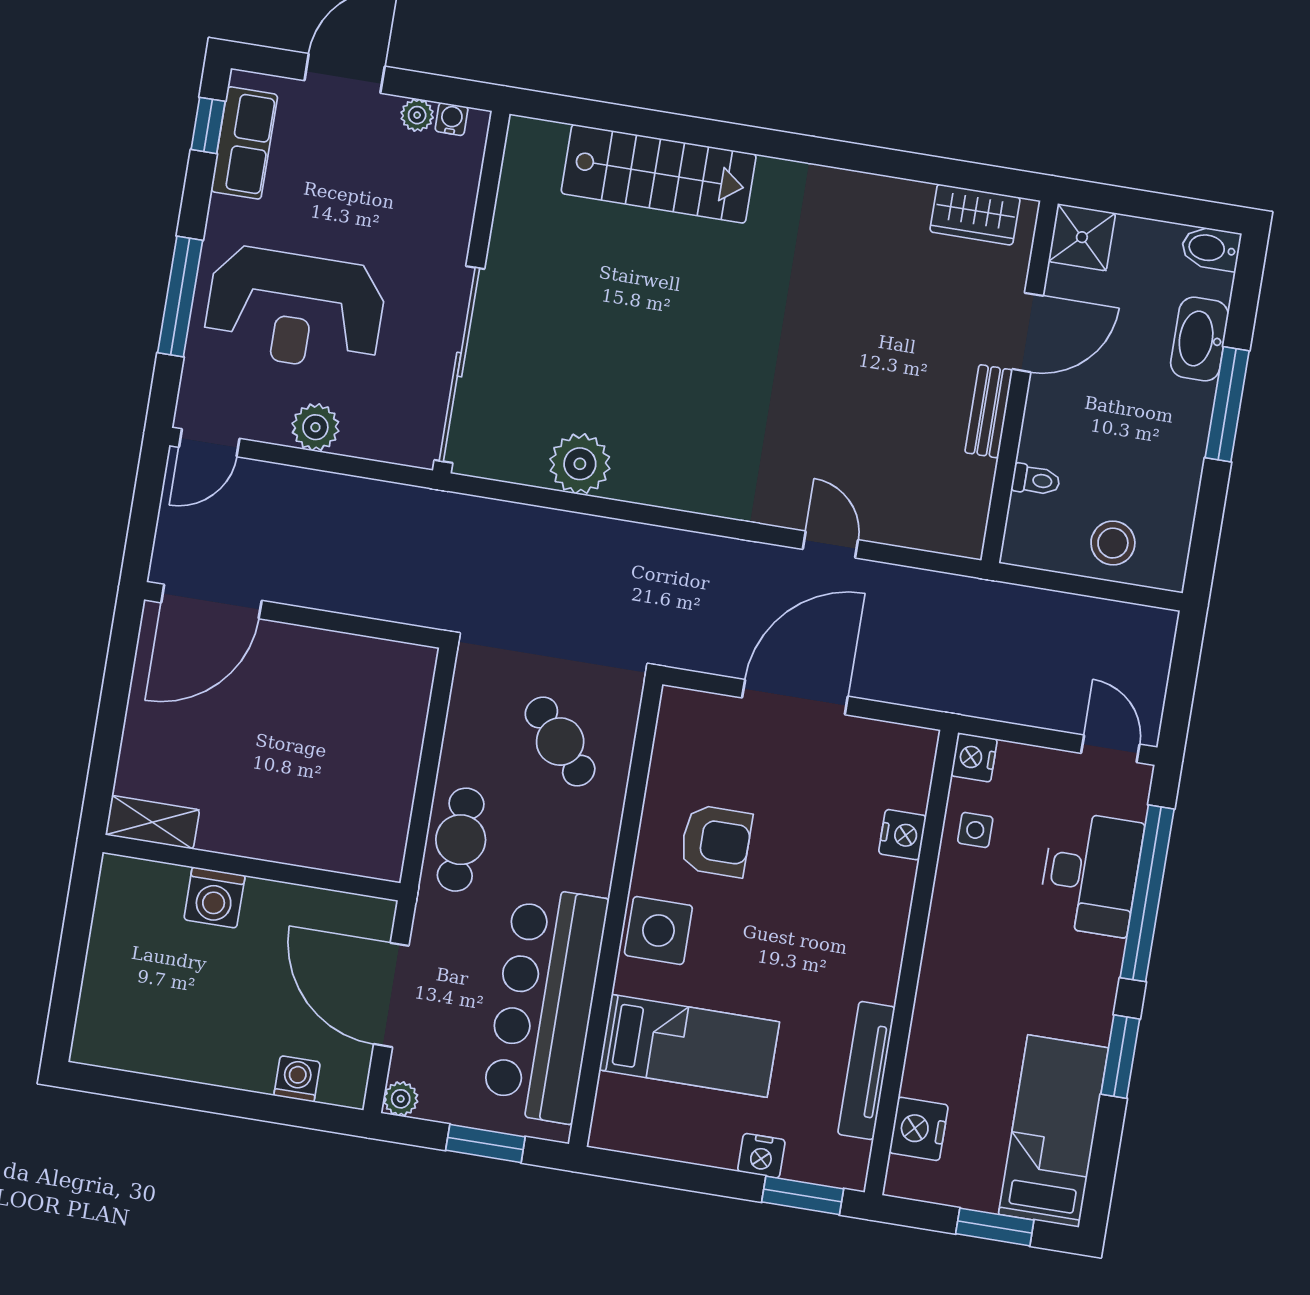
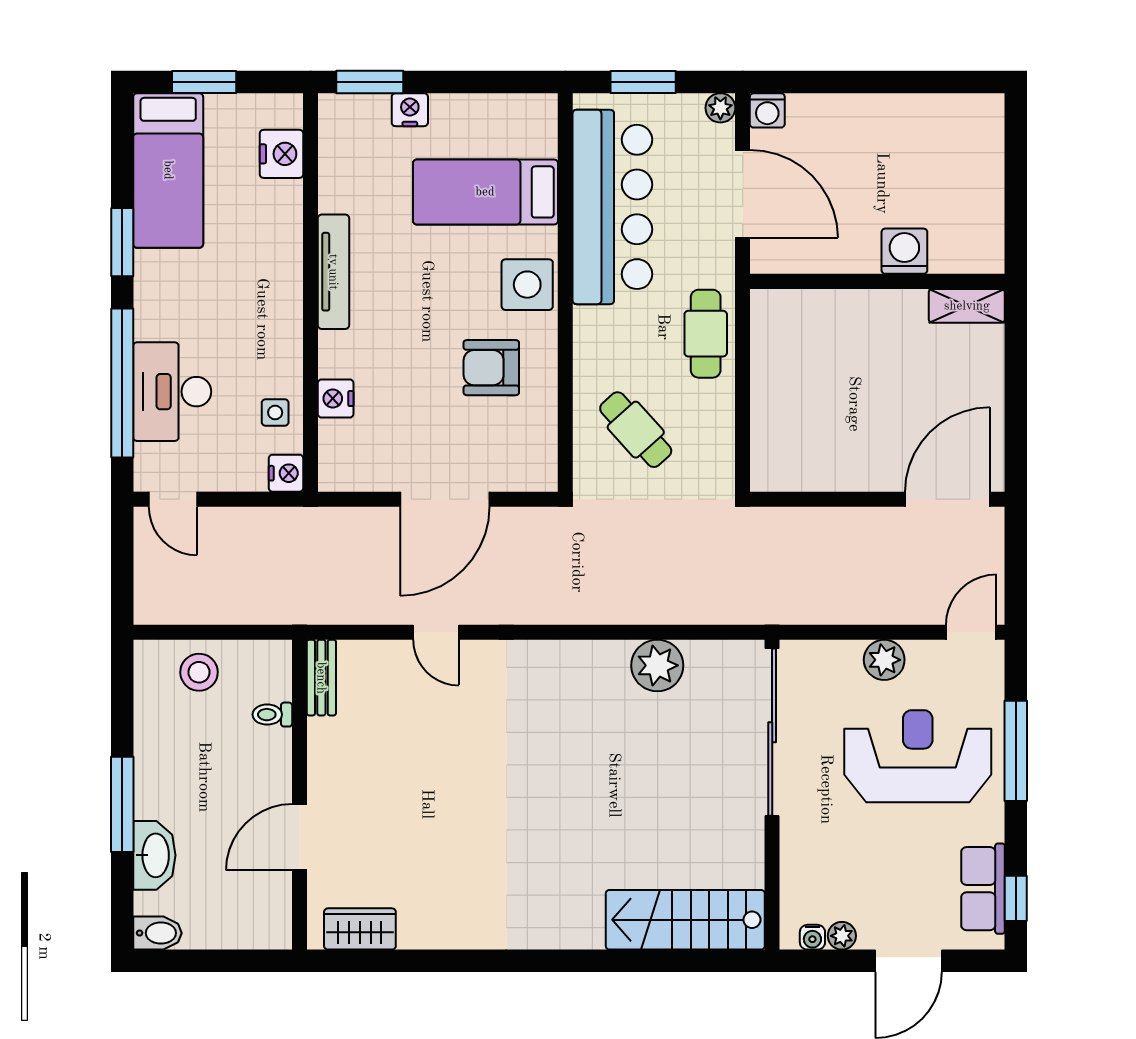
stairs: (659, 174) -> (685, 920), moved
shower: (1082, 237) -> (267, 925), removed
bench: (989, 411) -> (321, 678), moved
tv unit: (866, 1071) -> (333, 272), moved
washing machine: (297, 1079) -> (767, 110), moved

